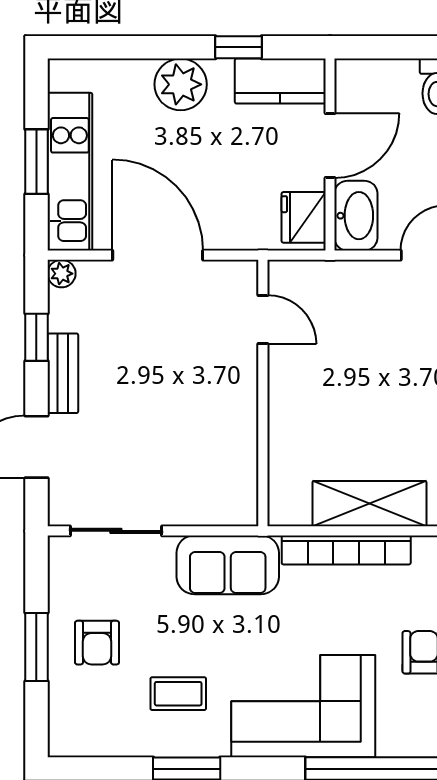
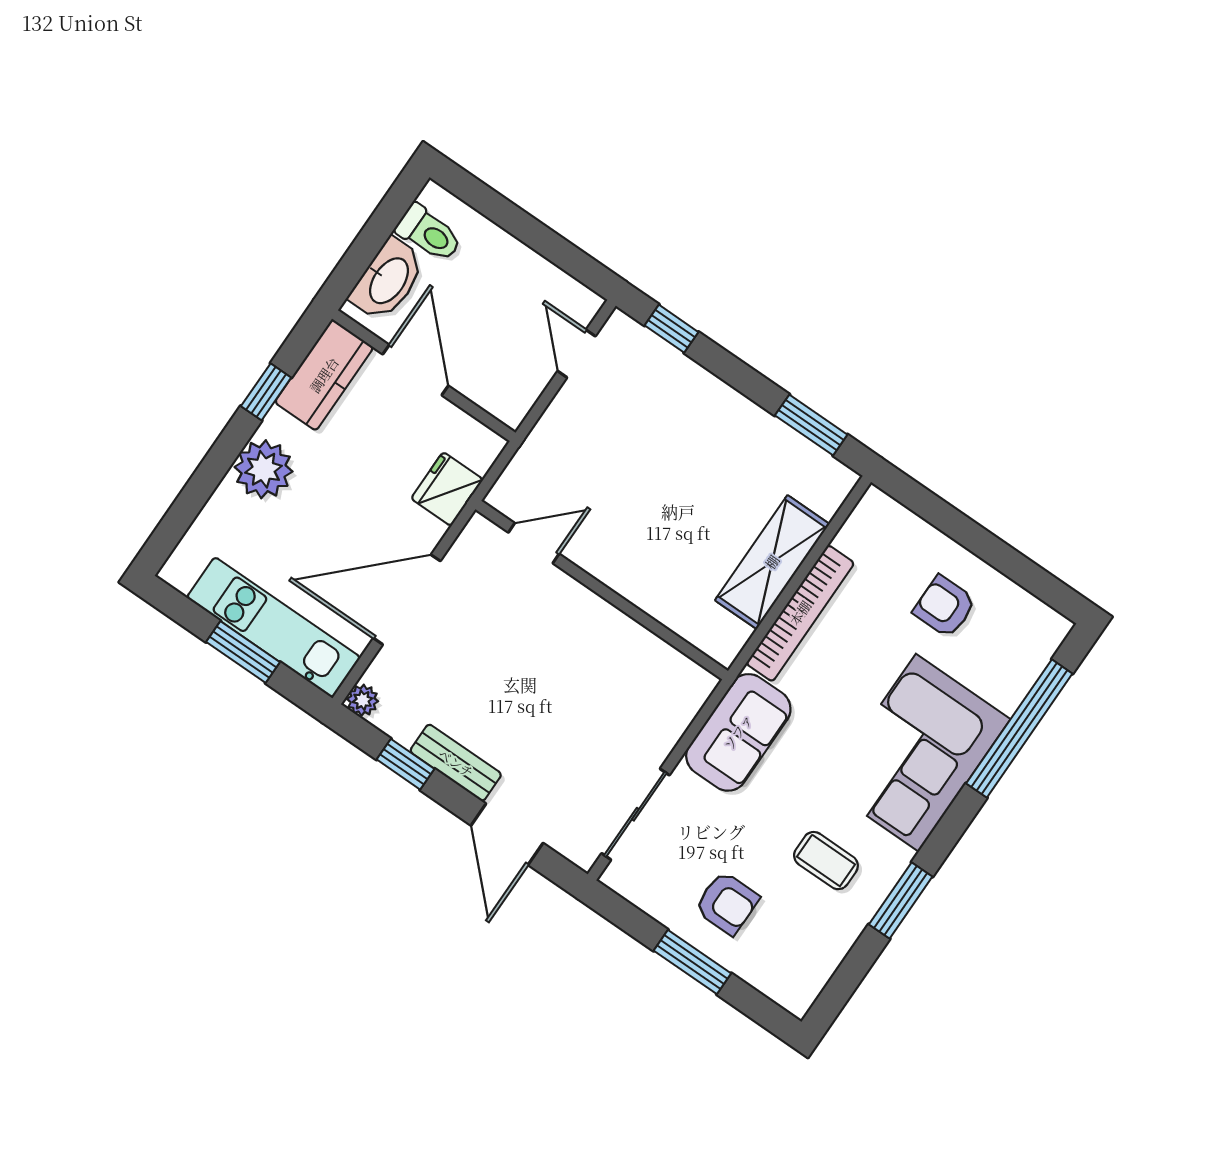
washbasin: (356, 216) -> (388, 280), moved, turned 90
fridge: (304, 217) -> (447, 489), moved, turned 90
coffee table: (178, 694) -> (826, 861), turned 90

